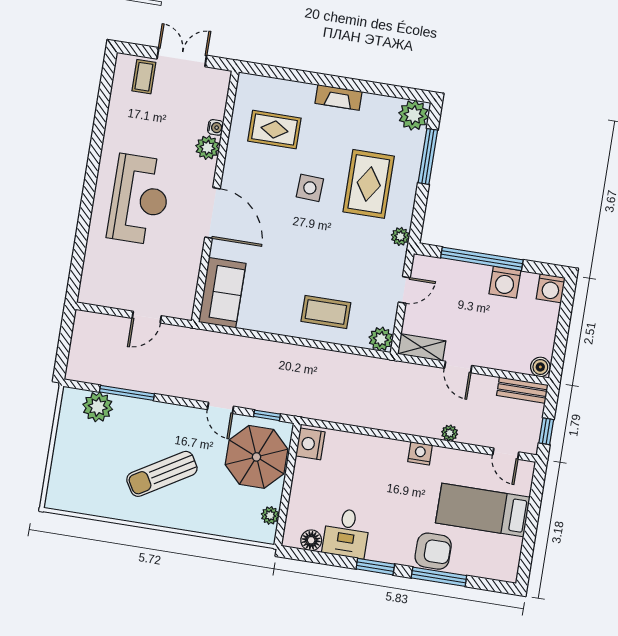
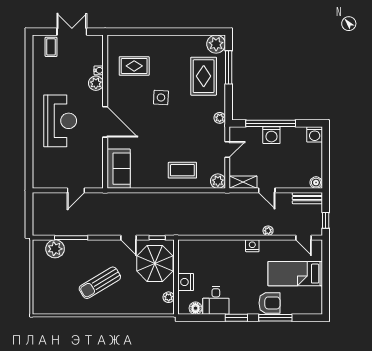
fireplace: (339, 97) -> (169, 41), removed
rug: (369, 184) -> (204, 76), moved
washing machine: (505, 282) -> (271, 135), moved
nightstand: (310, 444) -> (186, 282), moved

